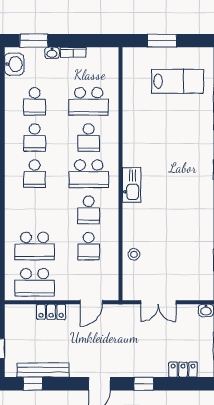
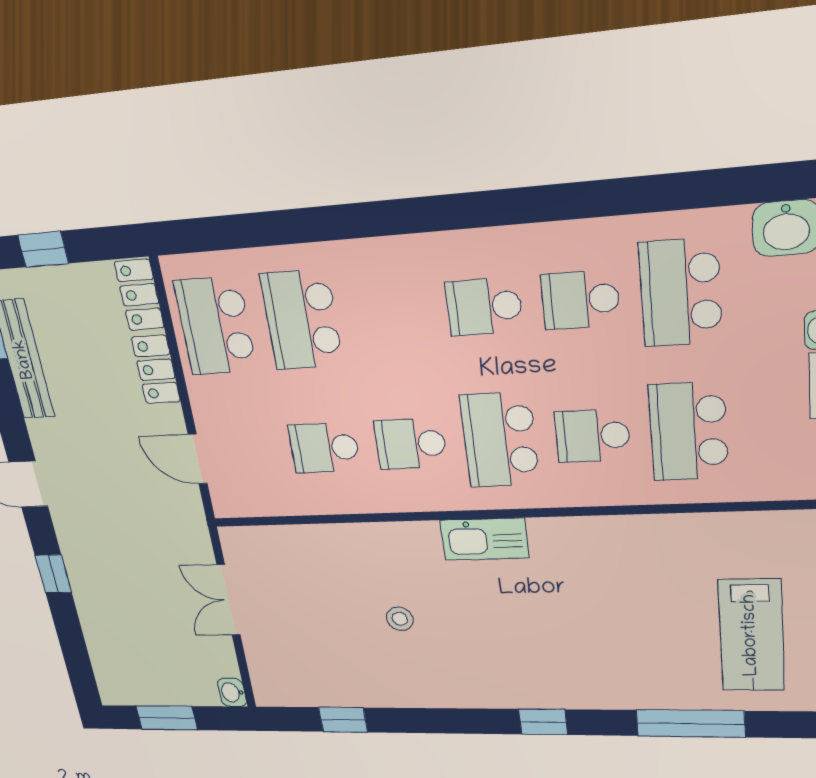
school desk: (35, 101) -> (681, 293), width x1.85
stool: (134, 254) -> (400, 619), moved
locker: (183, 370) -> (139, 295), moved, turned 180

